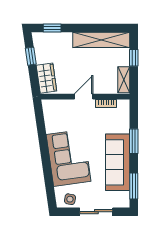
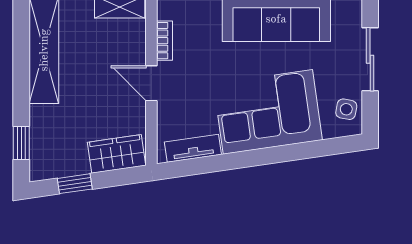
tv unit: (49, 118) -> (193, 148), added

